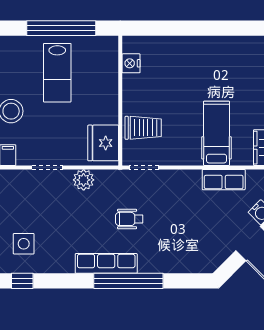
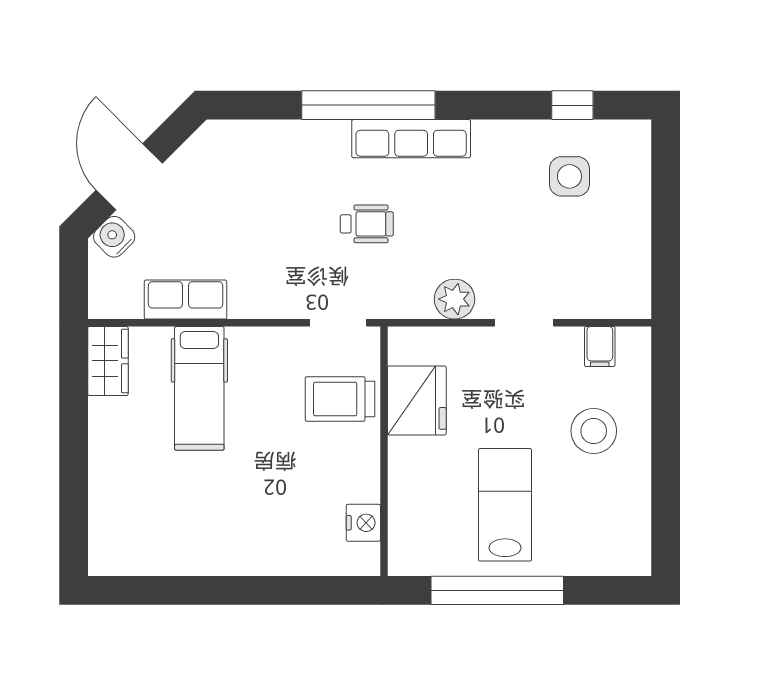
fridge: (103, 143) -> (417, 400), moved

